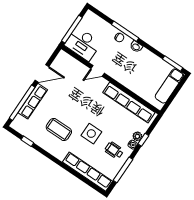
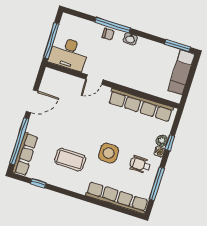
row of seats: (33, 101) -> (25, 154), moved

